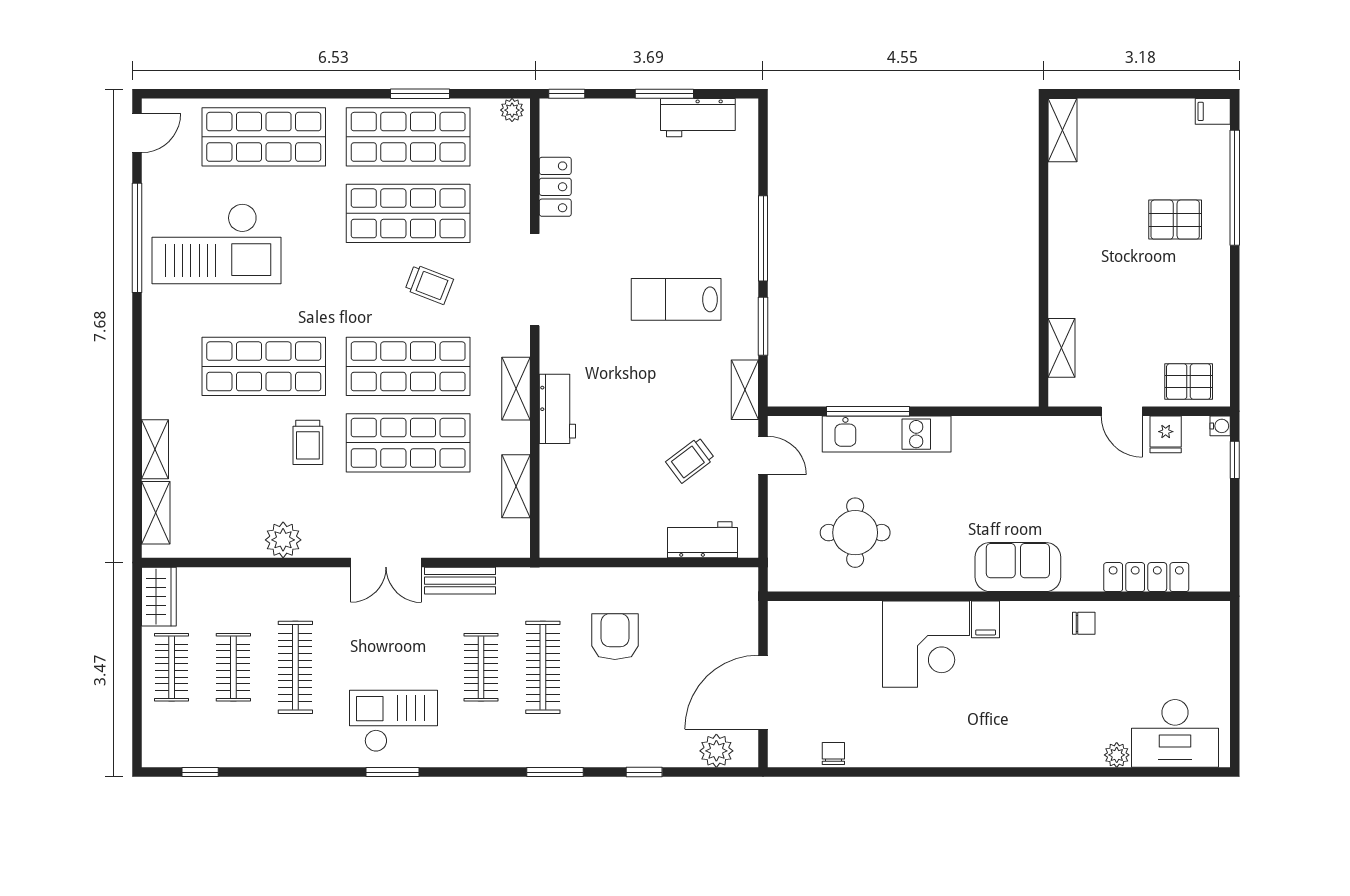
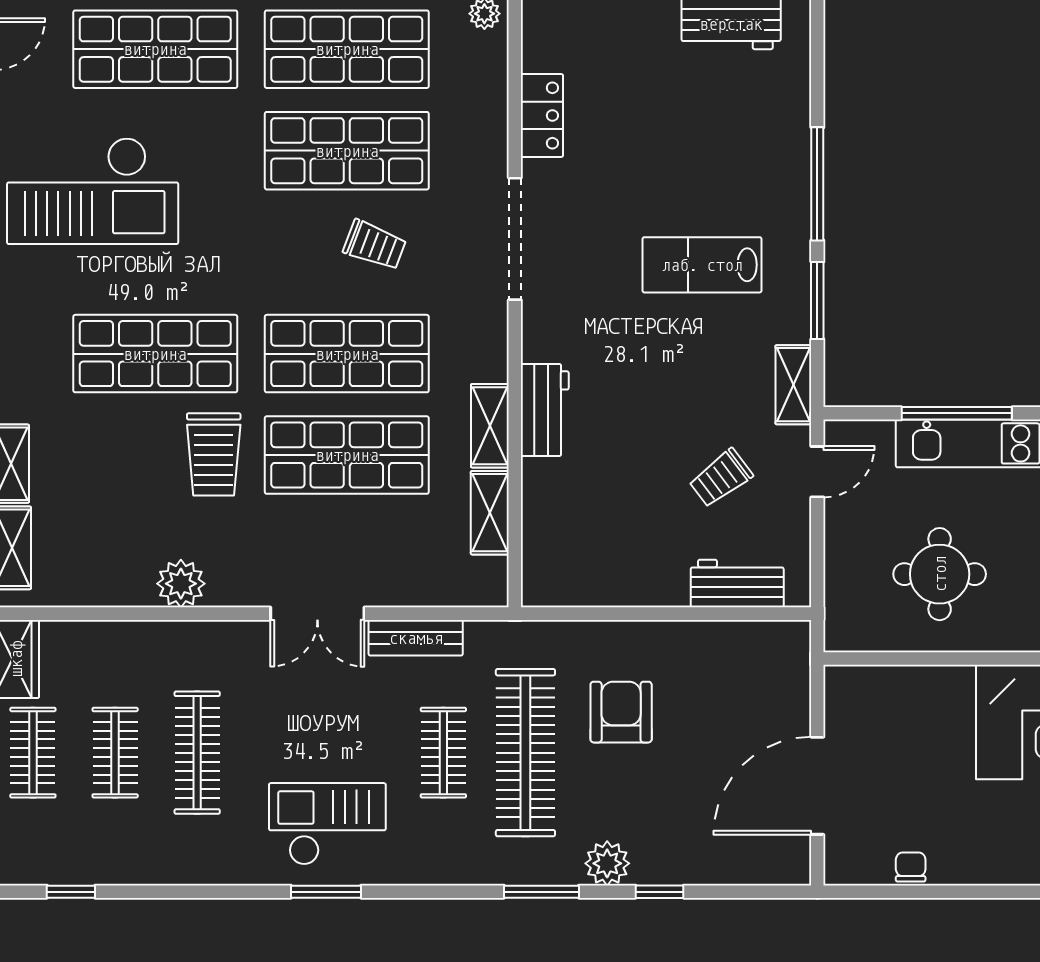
shelving: (516, 389) -> (490, 426), moved
trolley: (308, 442) -> (214, 454), width x1.36, depth x1.39
door: (763, 455) -> (817, 472), hinge flipped
clothes rail: (543, 667) -> (525, 753), width x1.37, depth x1.31
plant: (716, 751) -> (607, 863), moved

